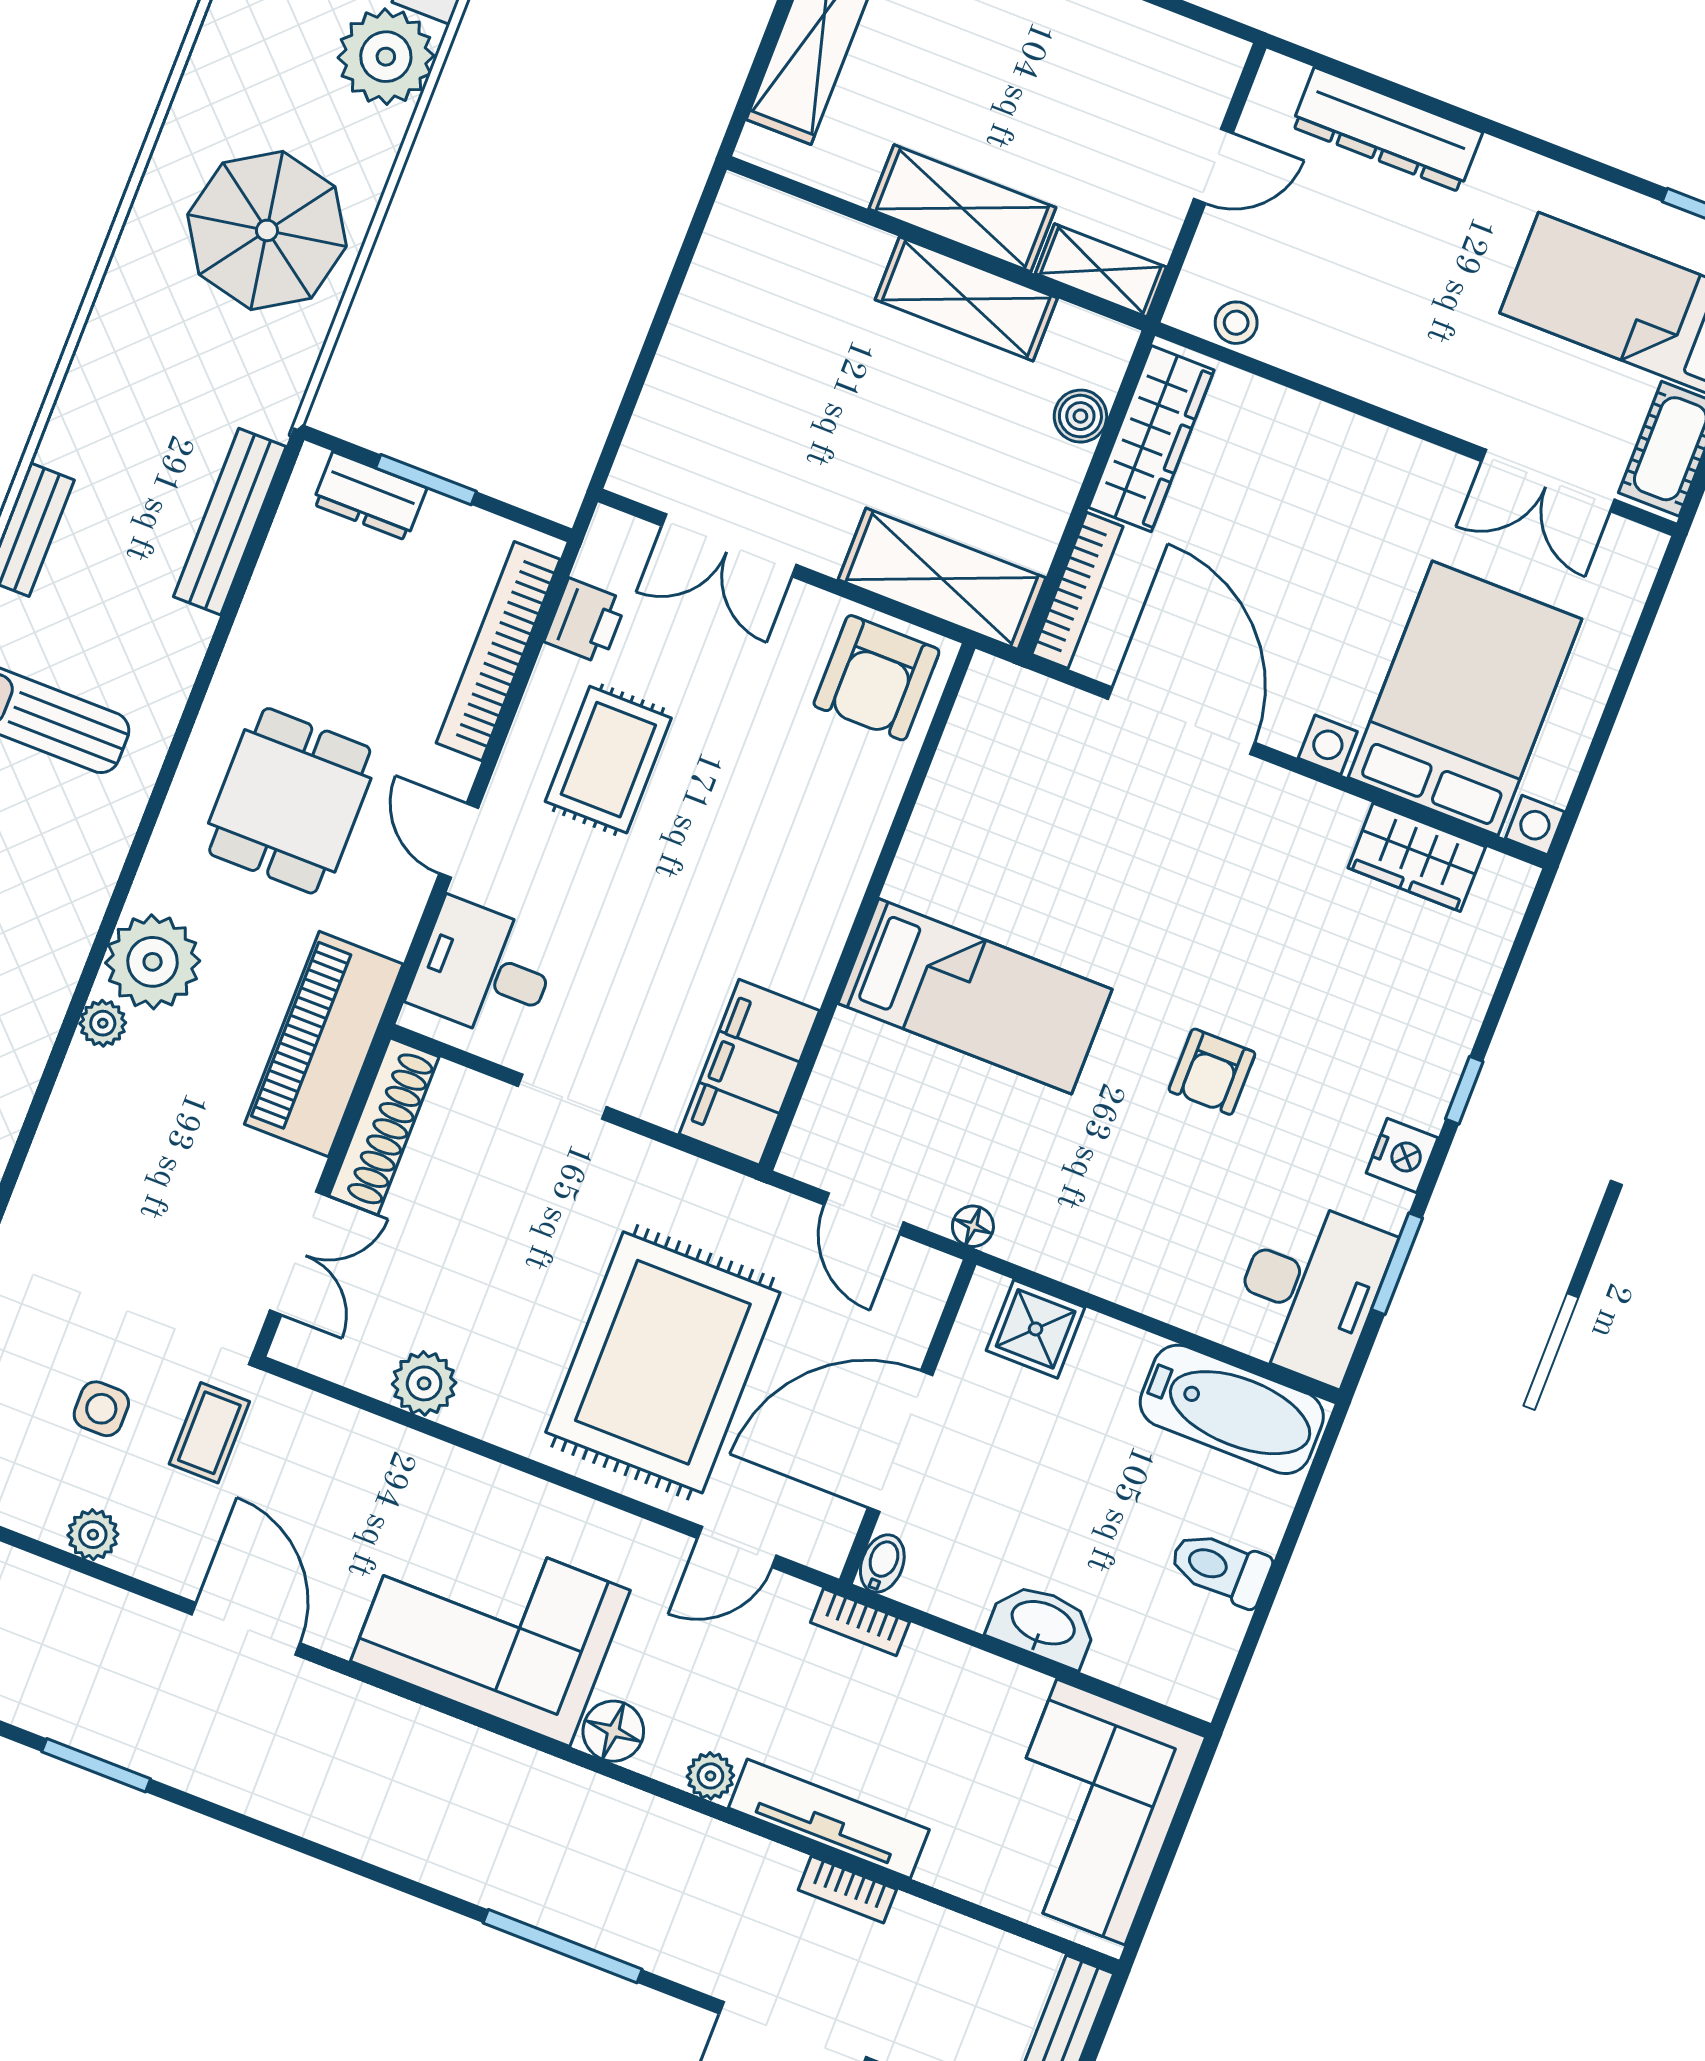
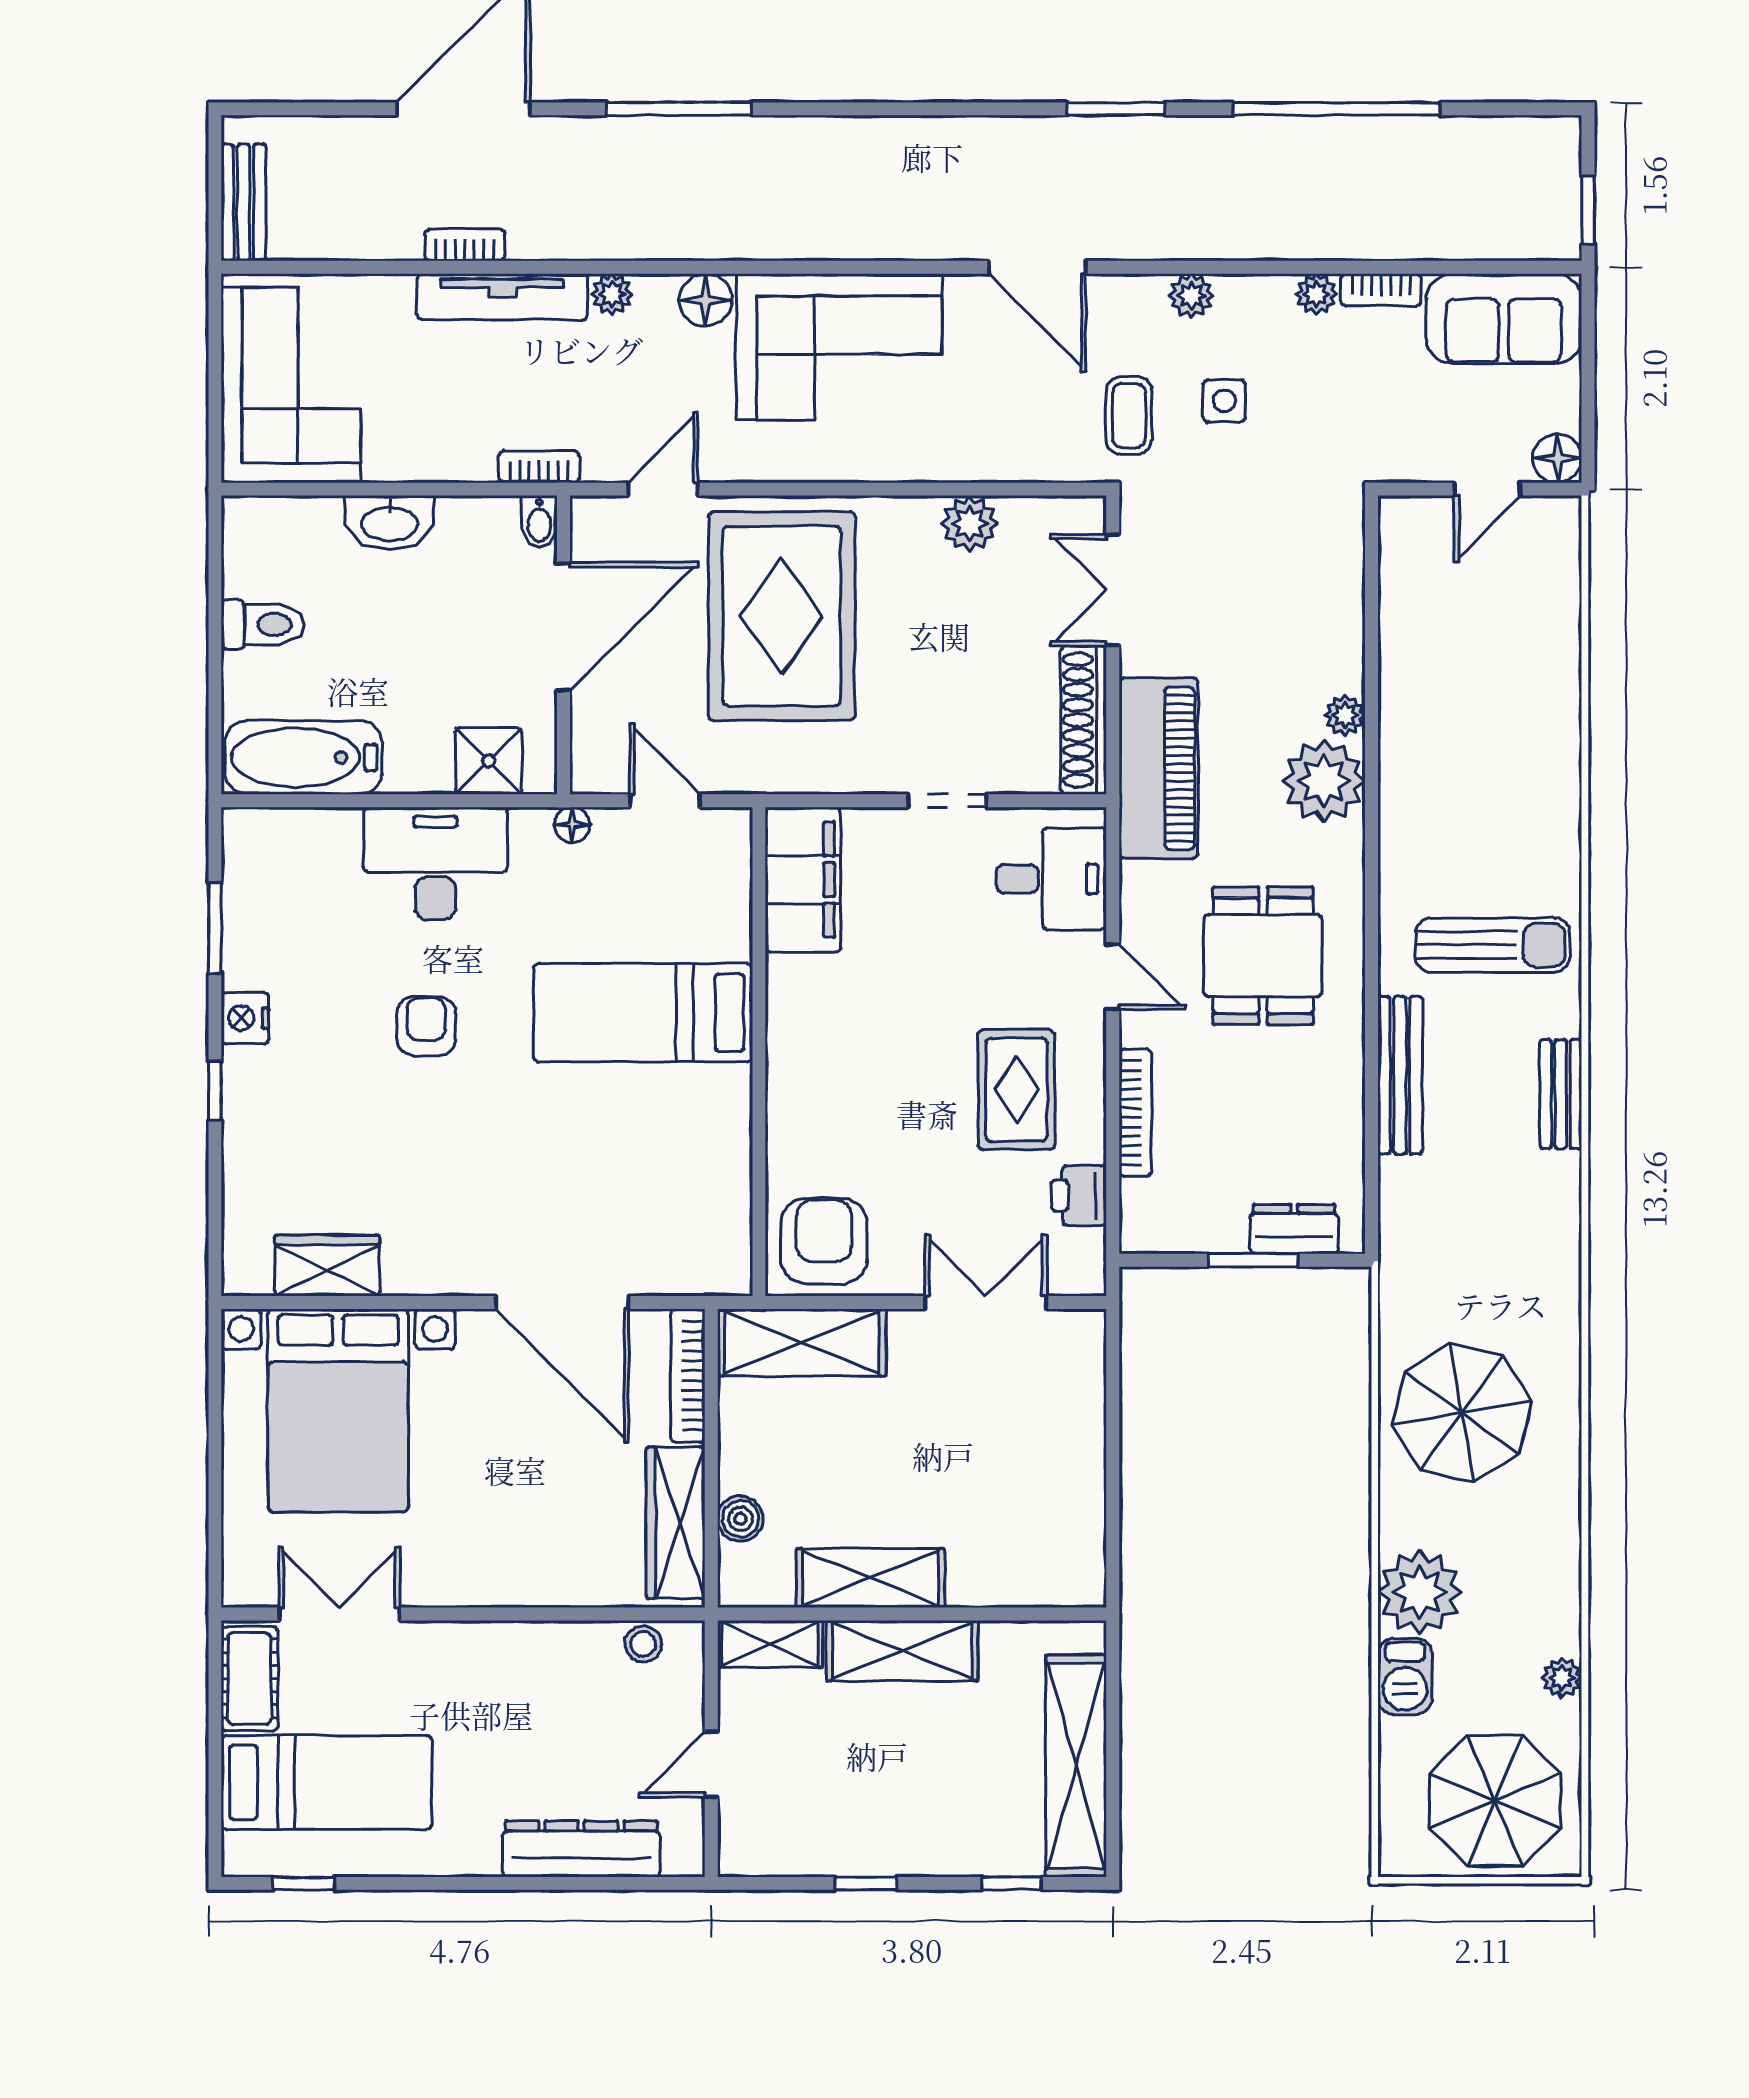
bench: (230, 522) -> (1400, 1075), moved
bookcase: (498, 651) -> (1135, 1113), width x0.68, depth x0.76
desk: (1310, 1291) -> (435, 863), moved, turned 90

